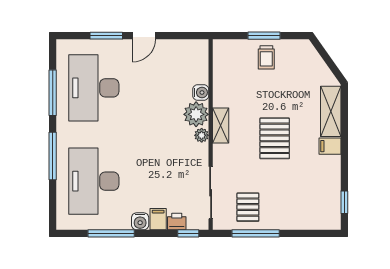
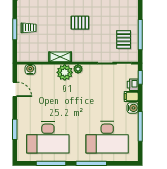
door: (144, 36) -> (15, 89), moved
water cooler: (201, 92) -> (30, 69), moved
shelving: (221, 126) -> (60, 57), moved
pallet: (275, 138) -> (80, 23), width x0.67, depth x0.71
pallet: (248, 207) -> (124, 39), turned 90

